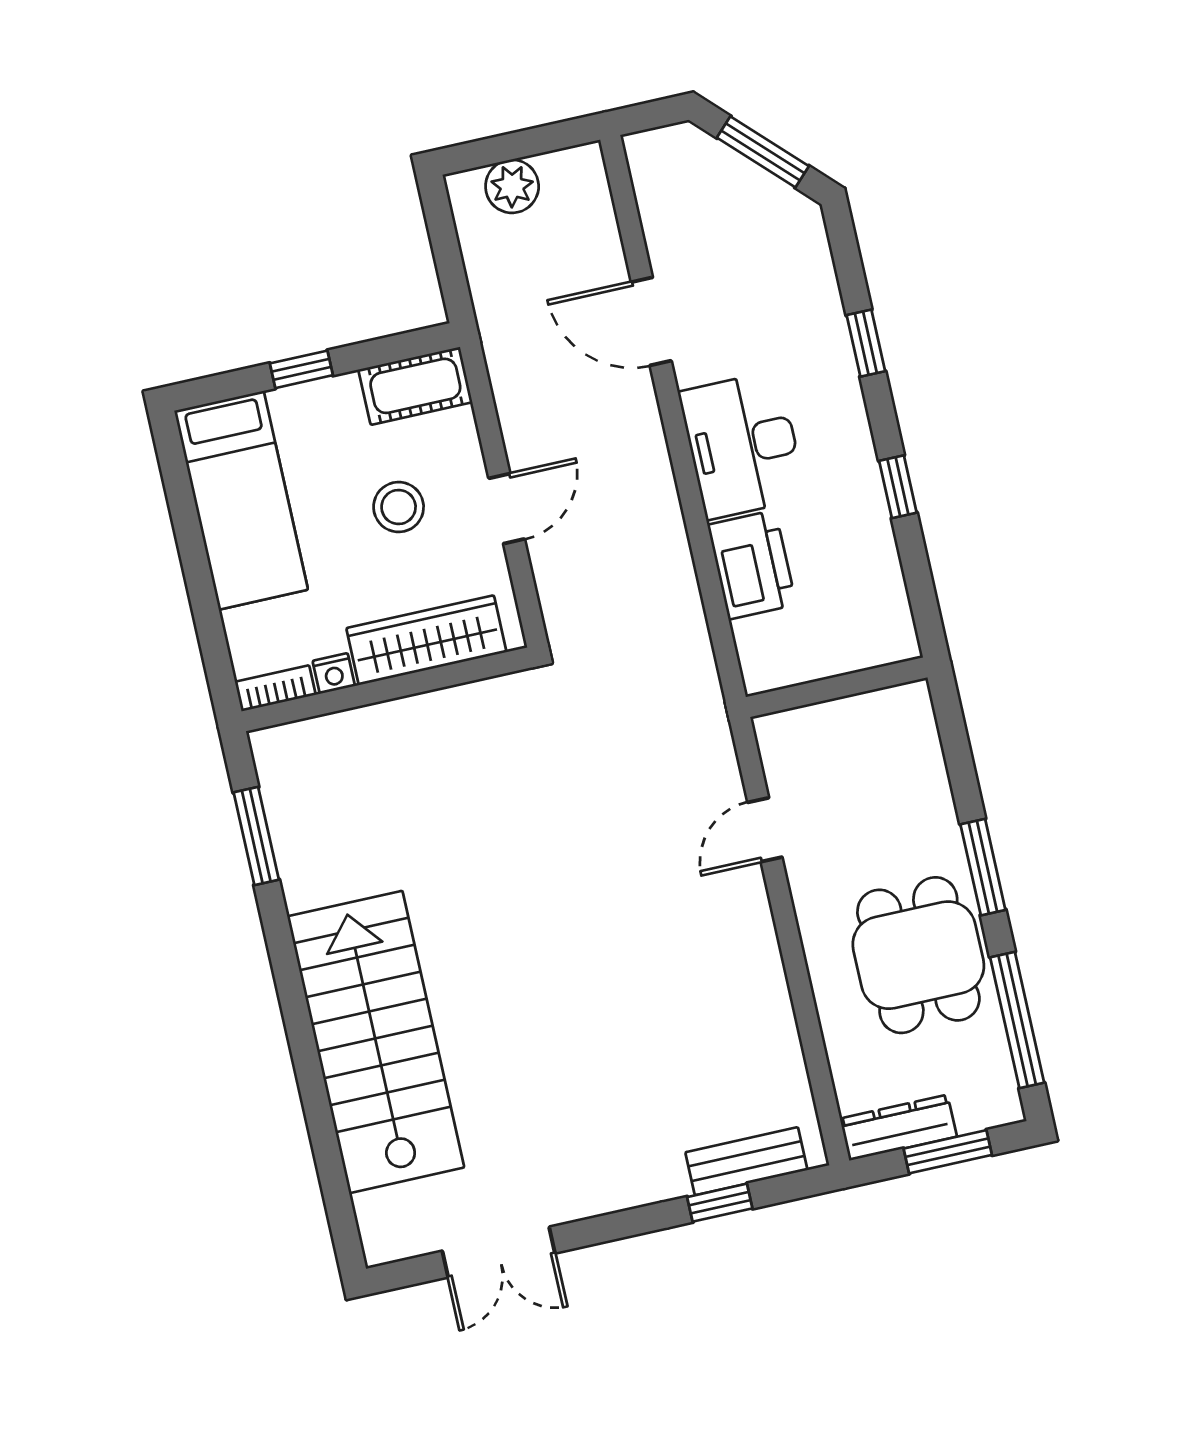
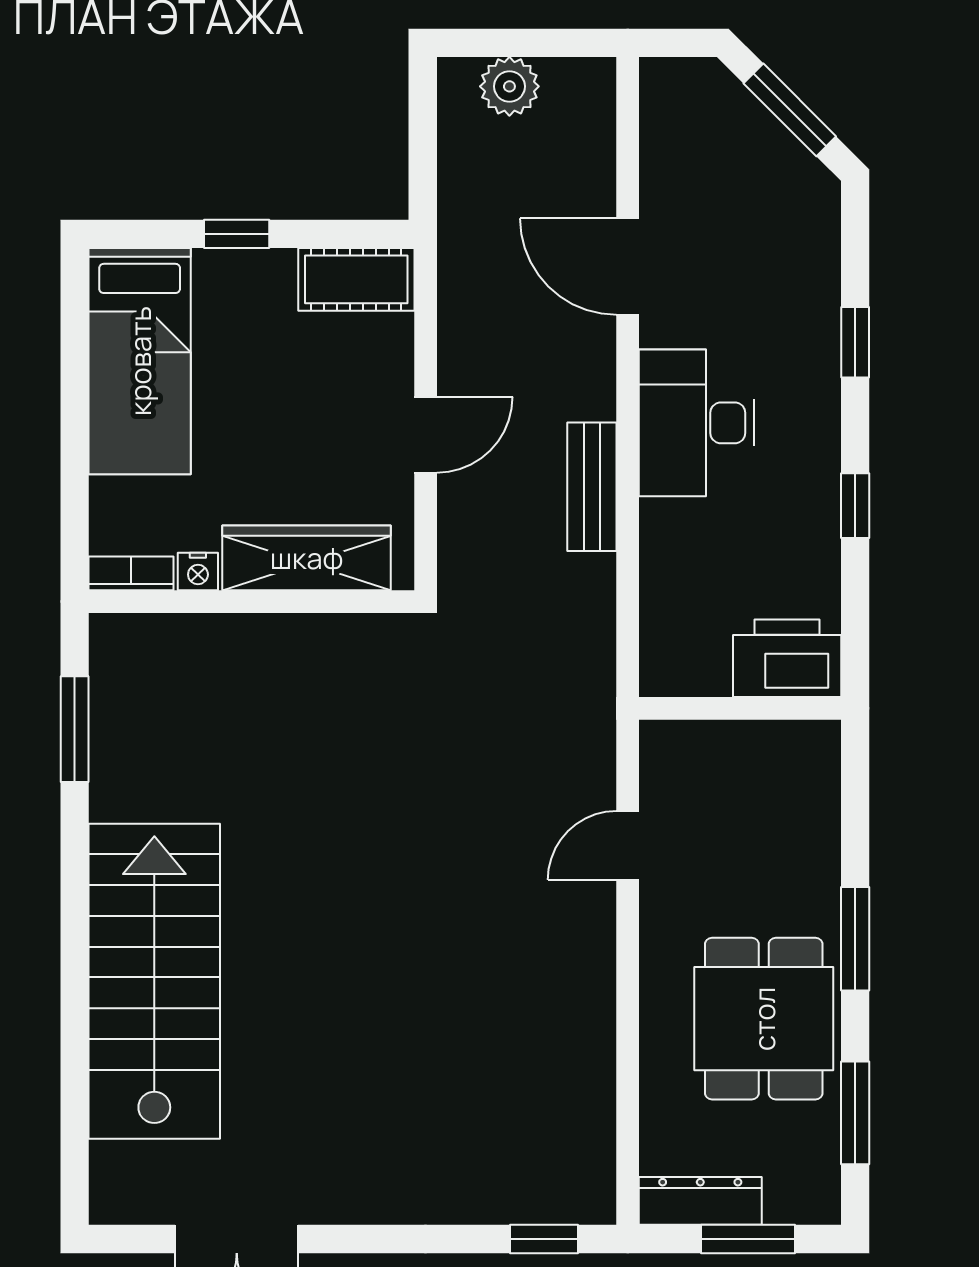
stool: (399, 507) -> (309, 407), removed
printer: (752, 565) -> (787, 658), moved, turned -90
window: (1017, 1020) -> (855, 1113), width x0.69
bench: (746, 1161) -> (592, 487), moved, turned 90
window: (720, 1203) -> (544, 1239), moved

